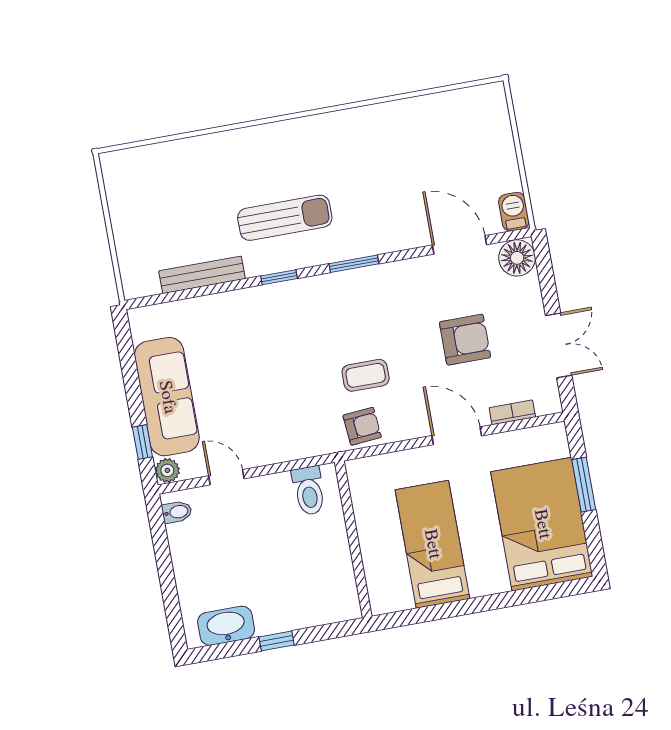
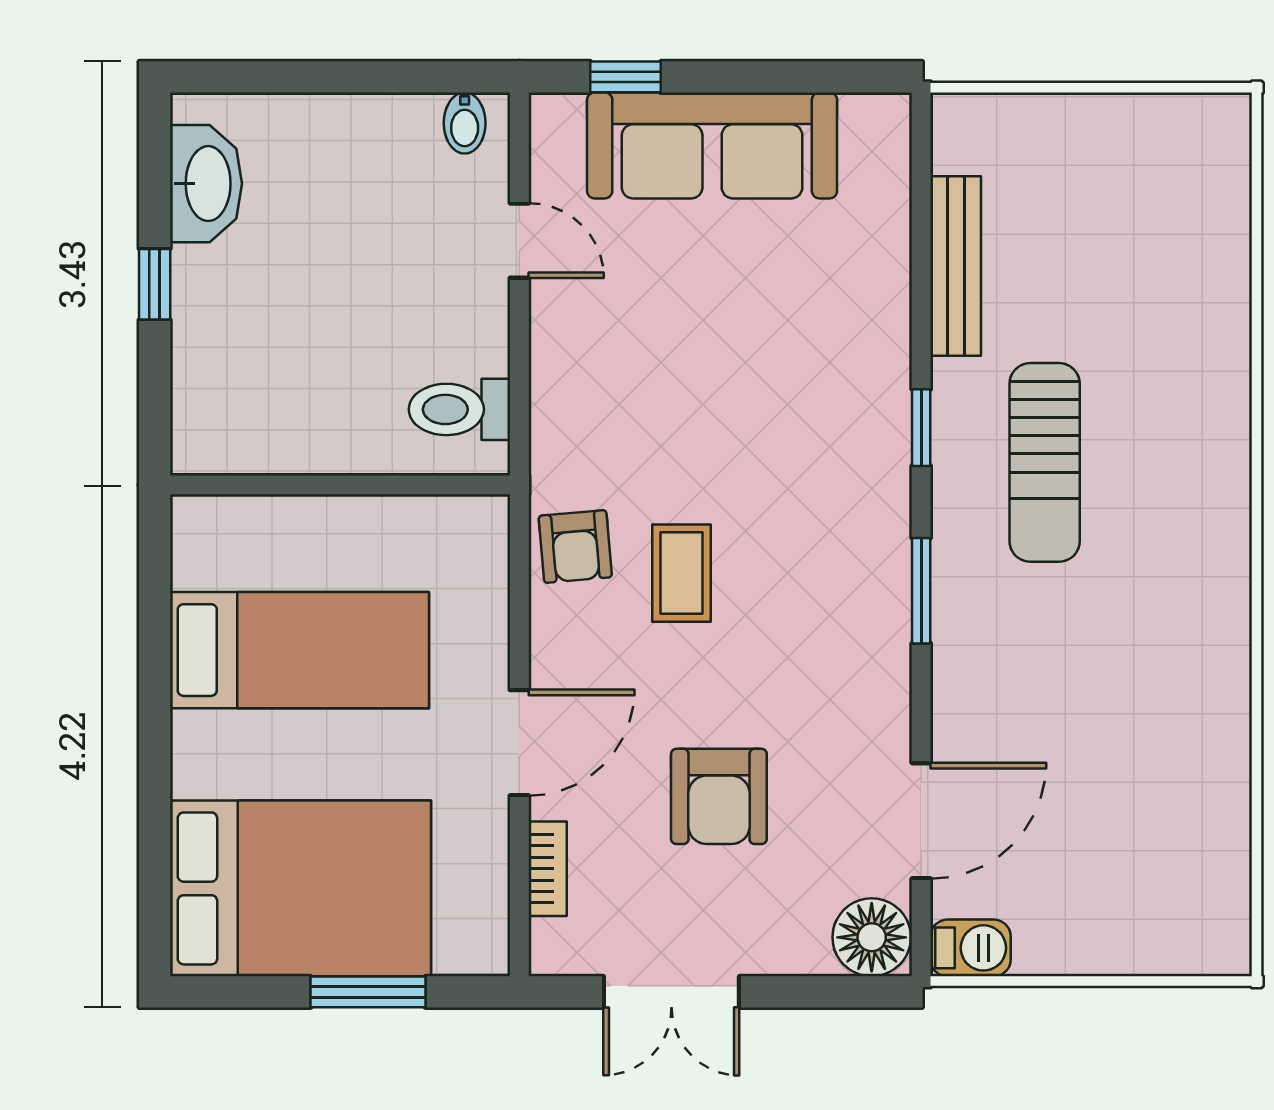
plant: (167, 470) -> (556, 119), removed
door: (226, 477) -> (519, 241), hinge flipped

